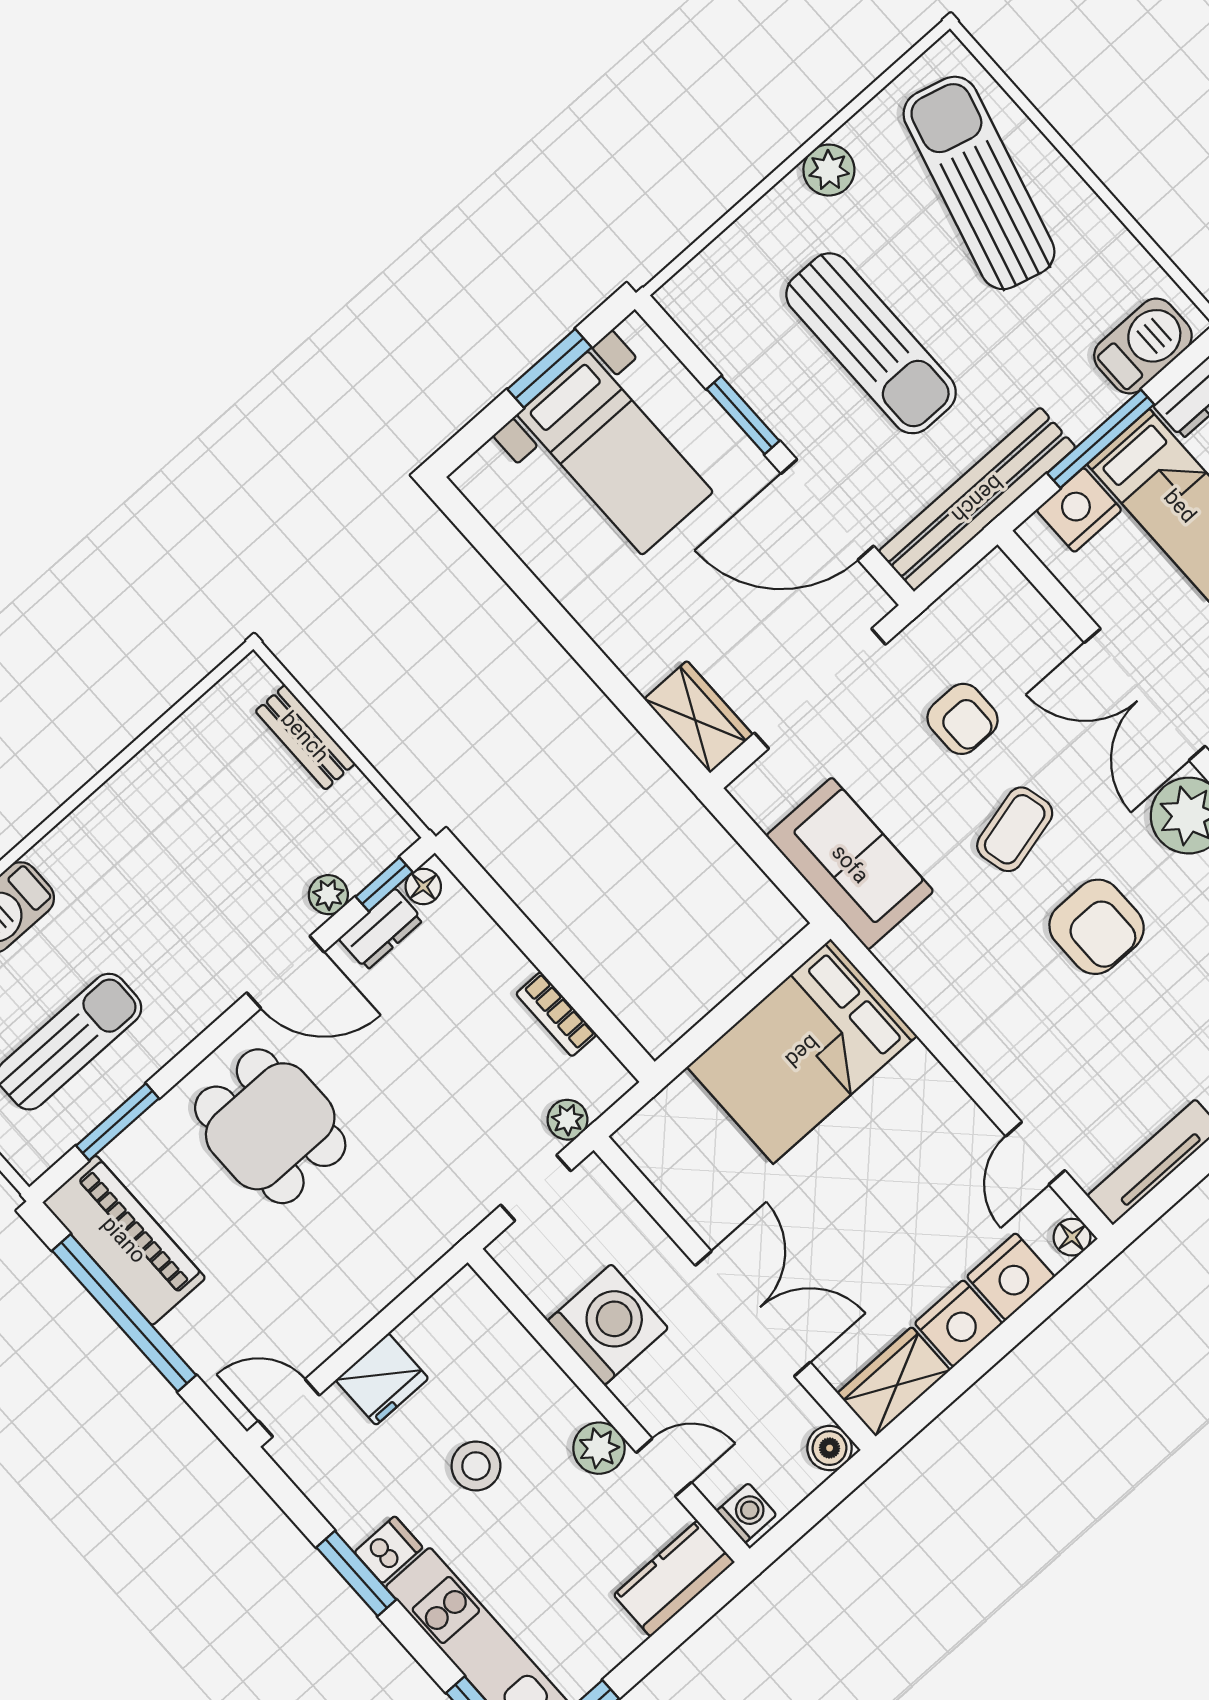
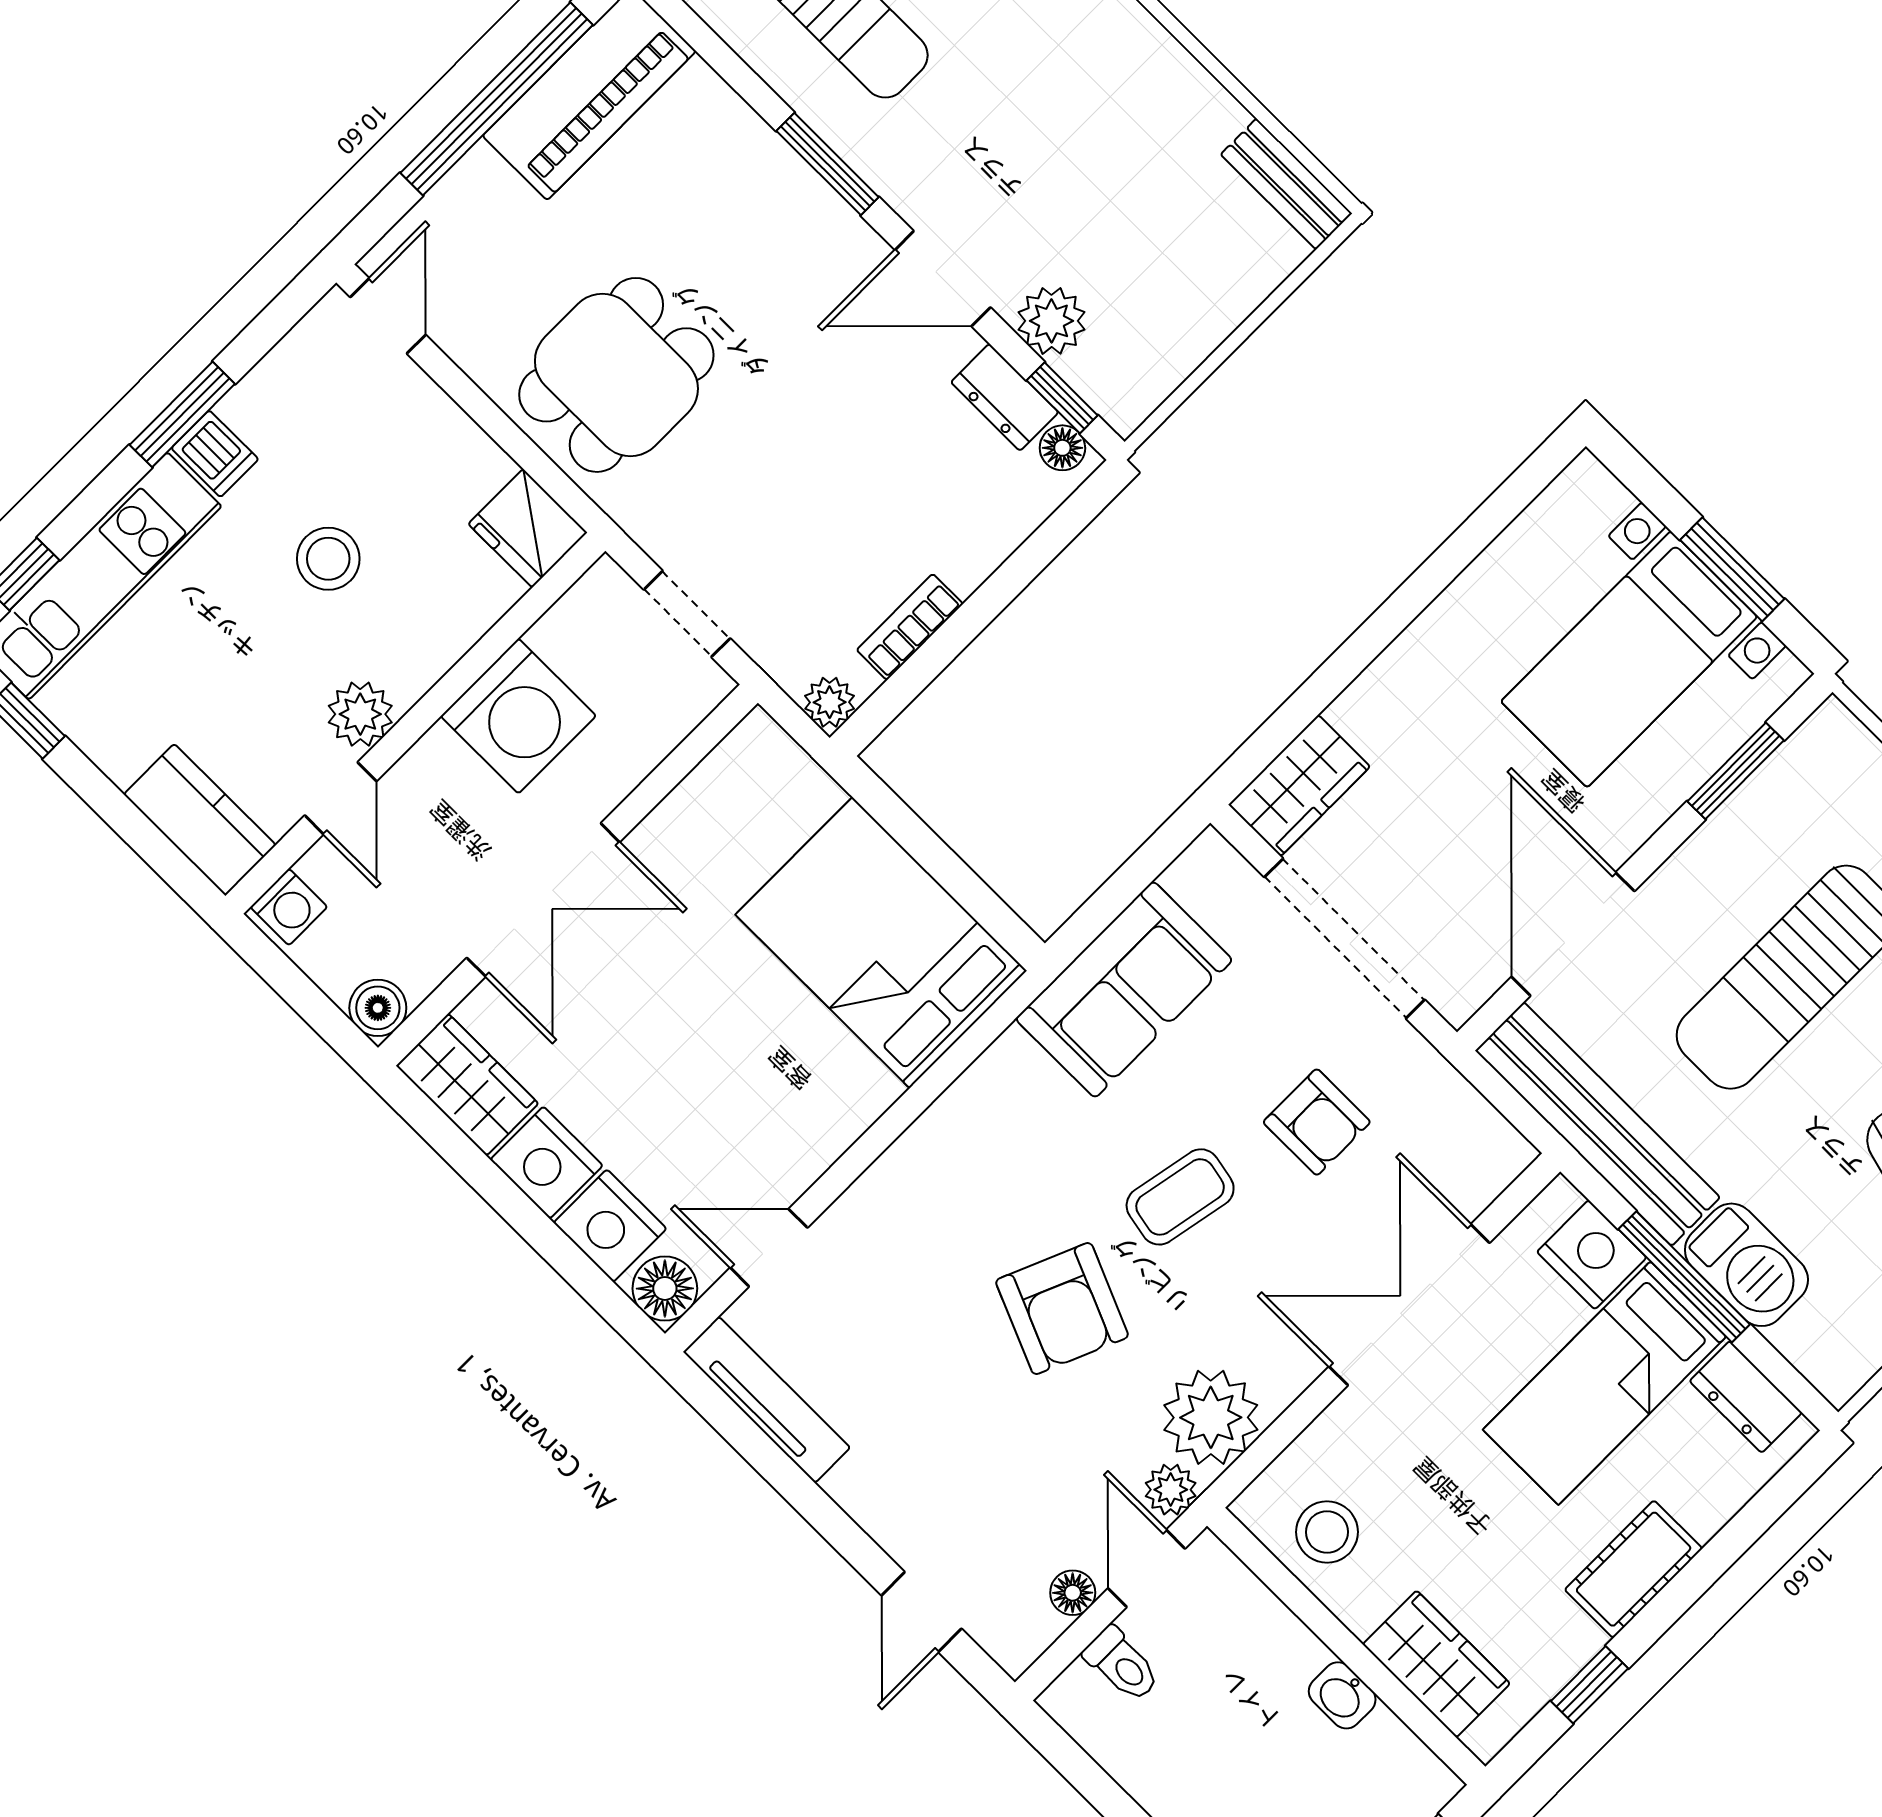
barbecue: (1143, 346) -> (1746, 1265), moved
window: (743, 415) -> (1736, 771), moved
double door: (1145, 694) -> (1409, 1305), moved
armchair: (962, 719) -> (1317, 1122), turned -90
bench: (305, 737) -> (1286, 184), moved, turned 90
coffee table: (1015, 829) -> (1180, 1197), turned -65
plant: (328, 895) -> (1051, 321), width x1.38, depth x1.38
armchair: (1097, 927) -> (1062, 1309), turned -67
door: (285, 972) -> (943, 279), hinge flipped
plant: (567, 1120) -> (830, 702), moved
window: (117, 1122) -> (828, 164), moved
dining table: (270, 1126) -> (616, 375), moved
floor lamp: (1072, 1237) -> (665, 1288), width x1.37, depth x1.37
fridge: (382, 1379) -> (528, 528), moved

